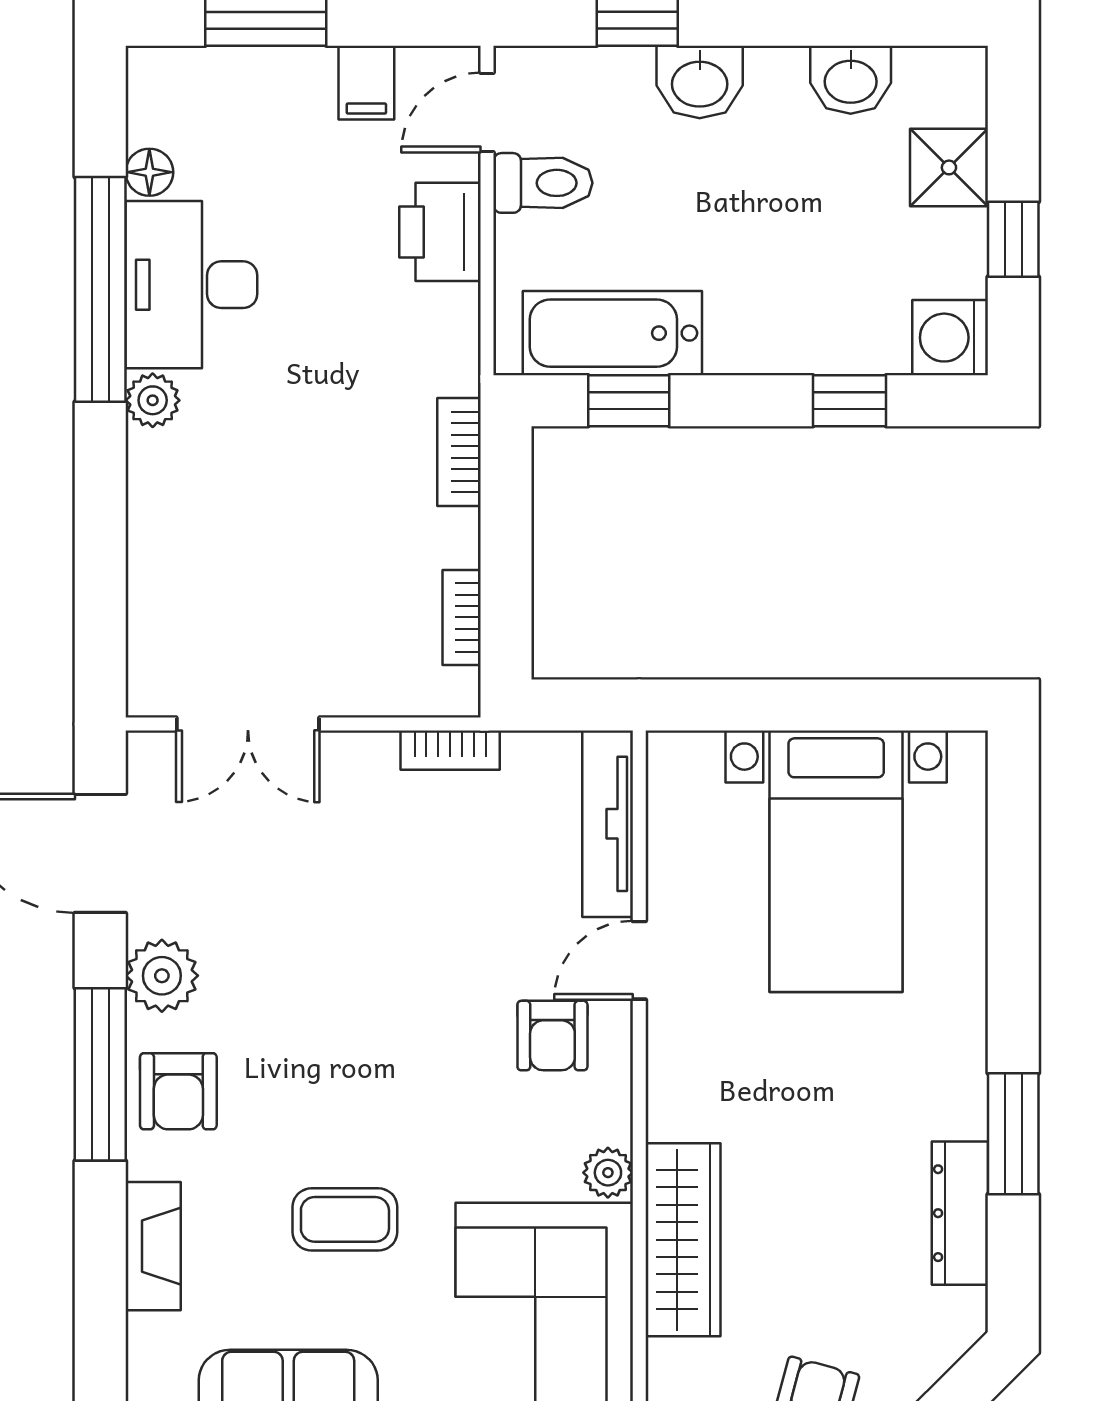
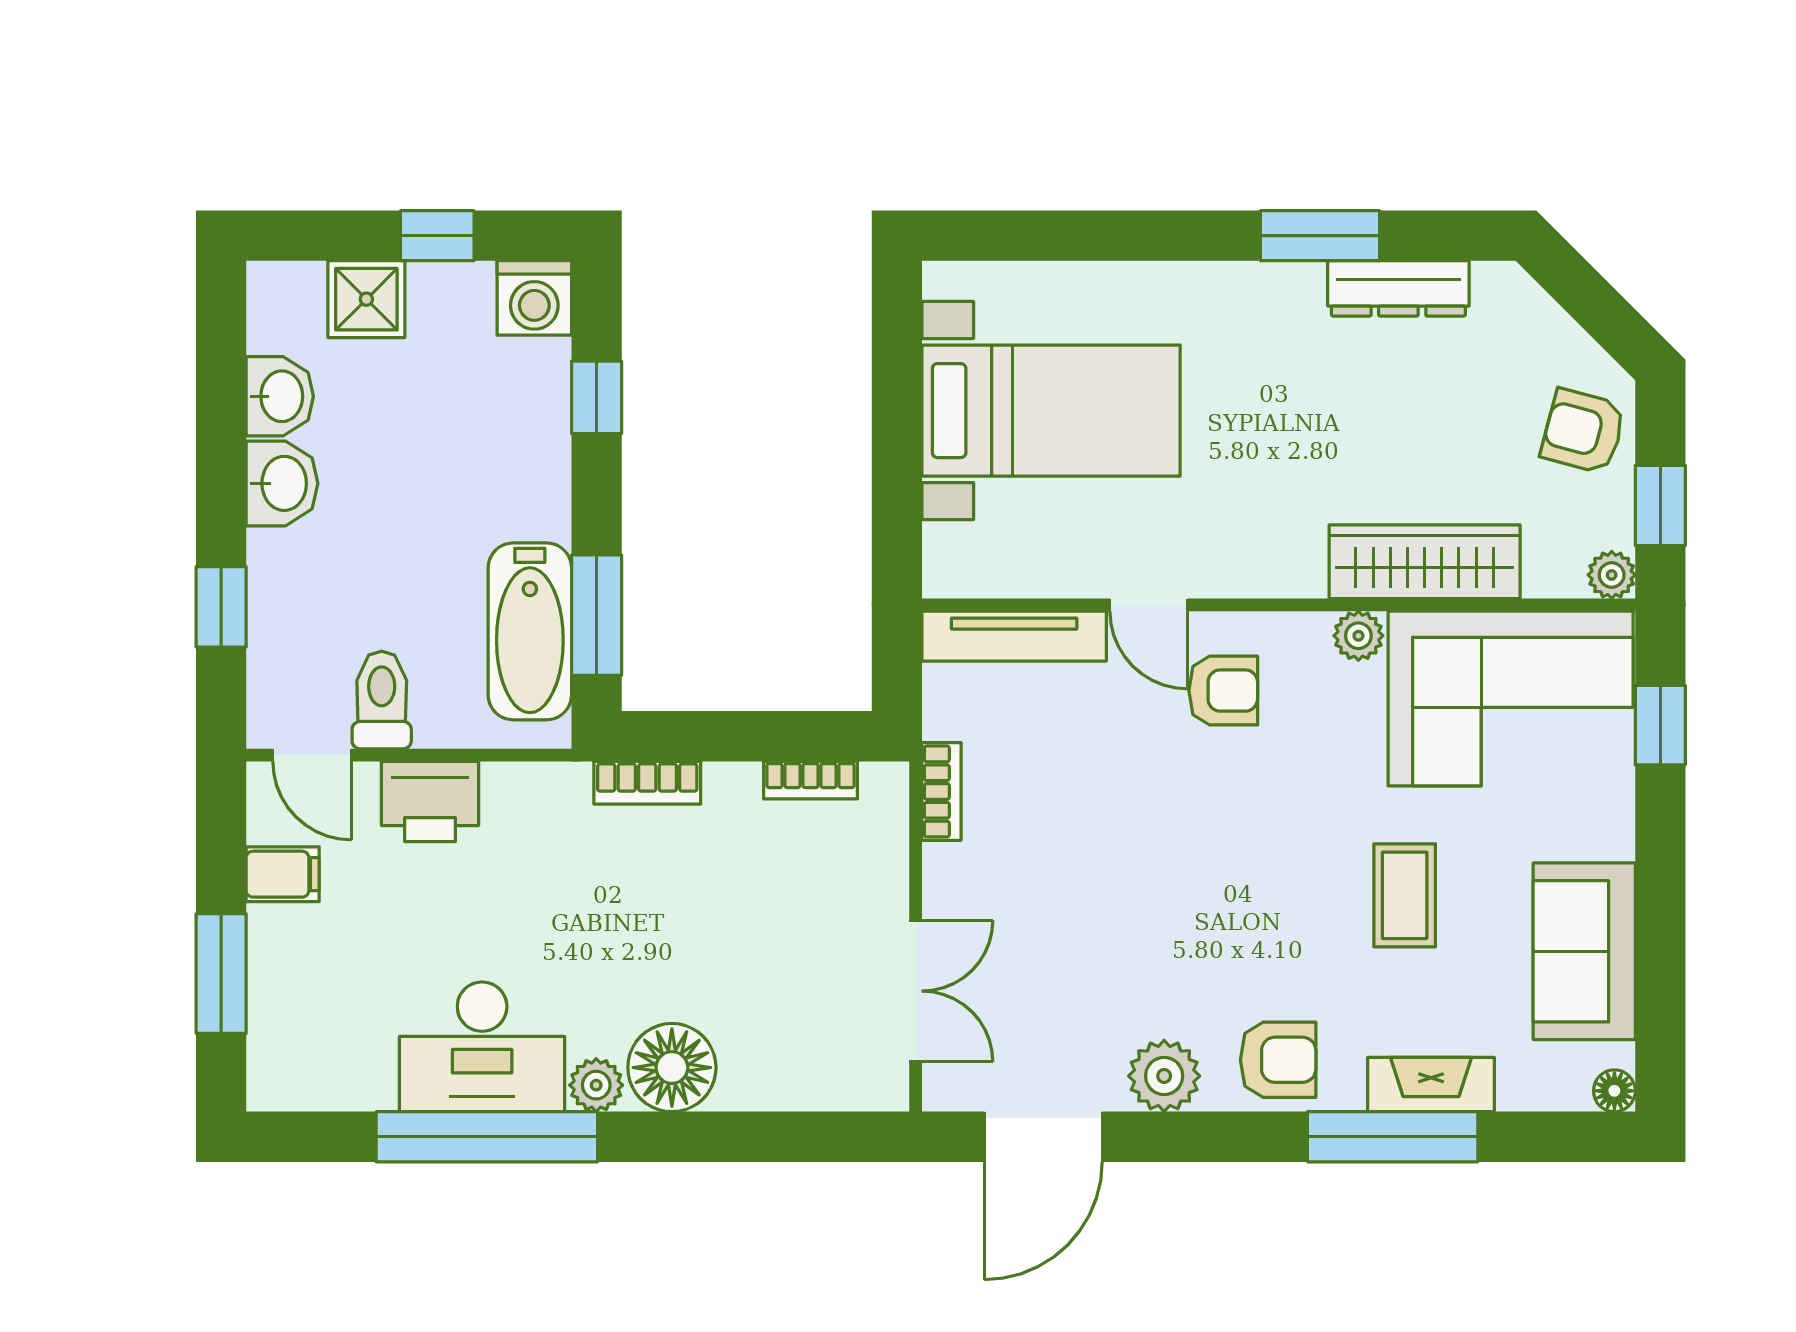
washbasin: (700, 82) -> (282, 483), moved
floor lamp: (149, 172) -> (672, 1068), moved, width x1.89, depth x1.89
window: (629, 401) -> (597, 615), width x1.50
window: (100, 1074) -> (1393, 1137), moved

